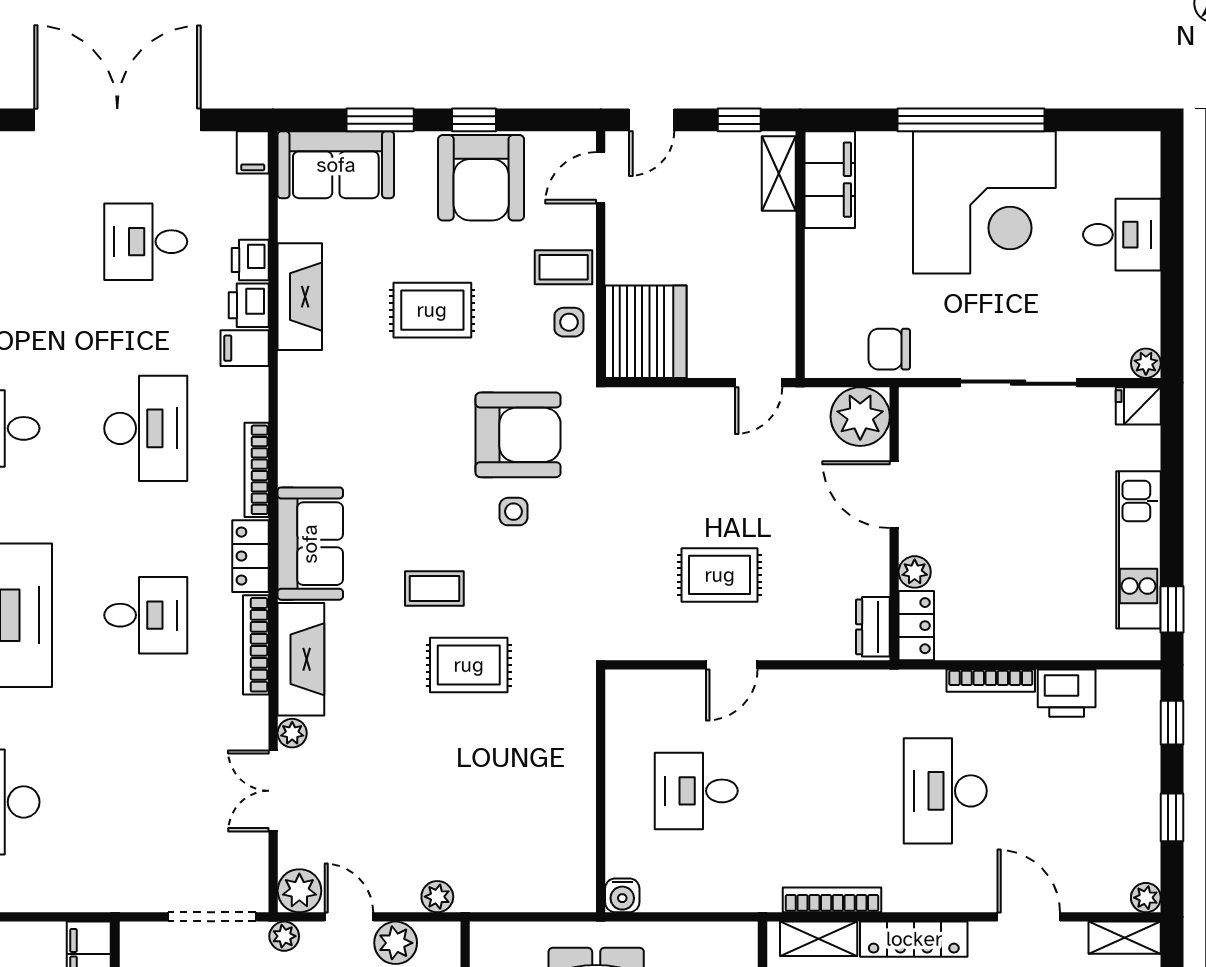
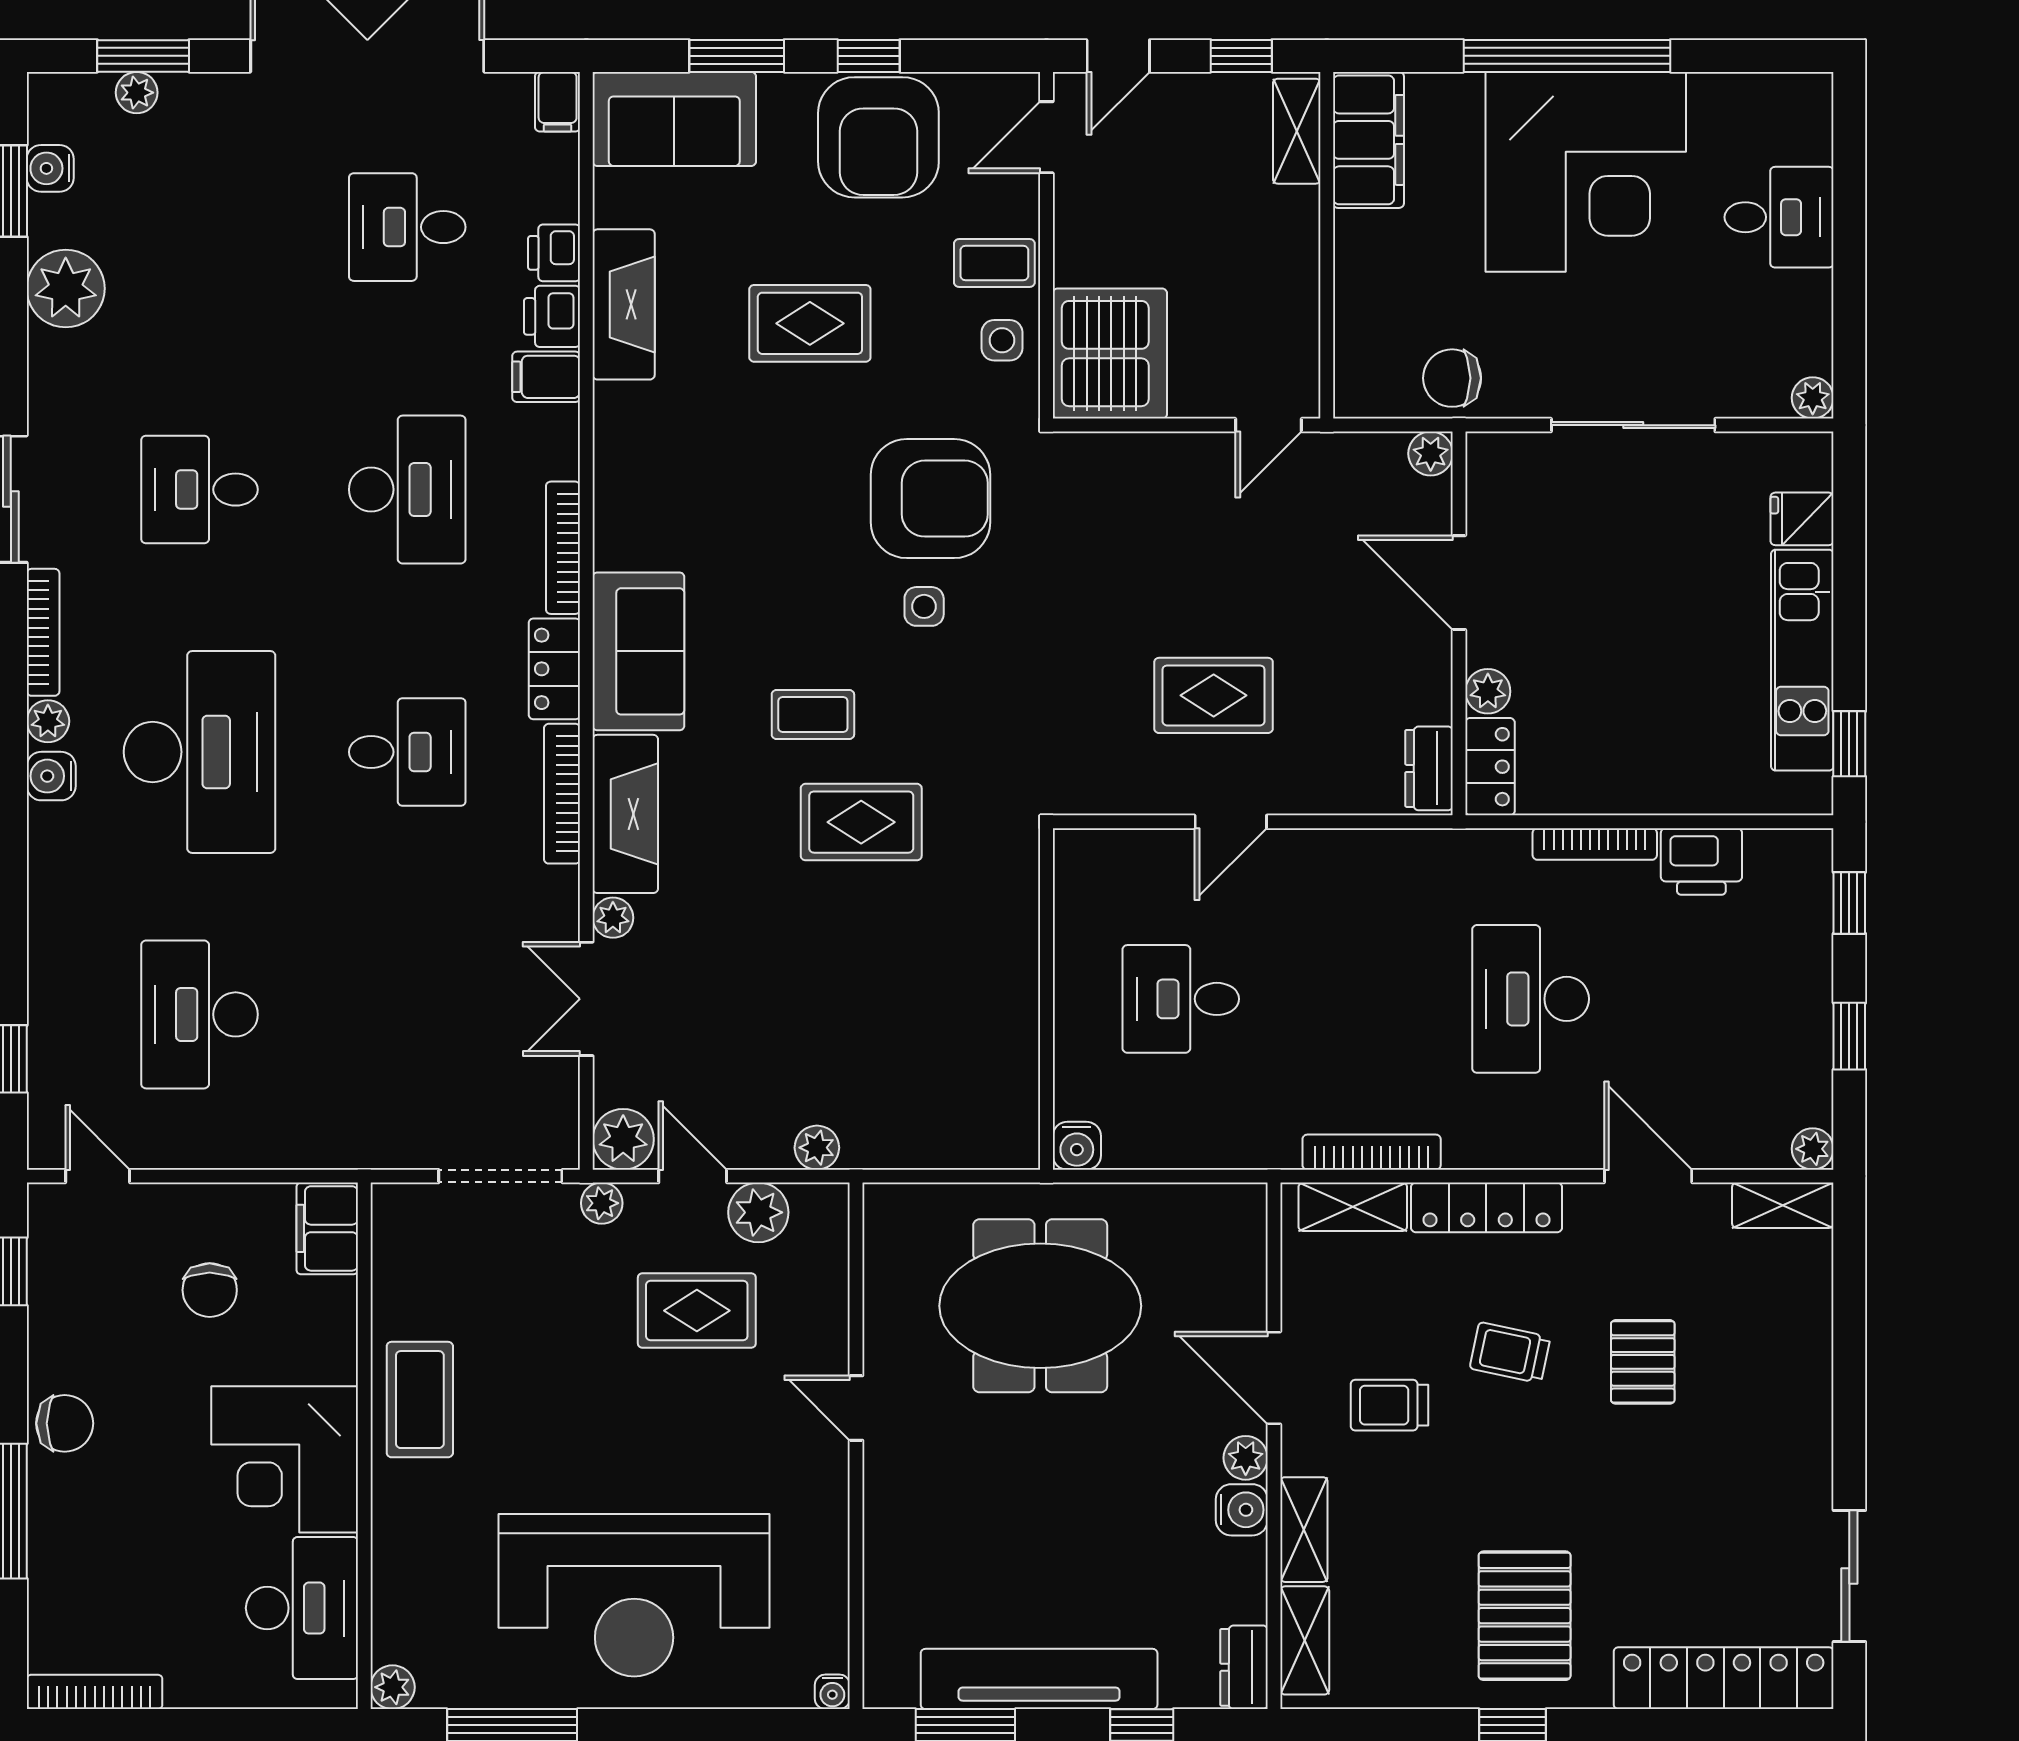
fridge: (1138, 406) -> (1802, 519), moved
plant: (860, 417) -> (1431, 454), width x0.53, depth x0.53

